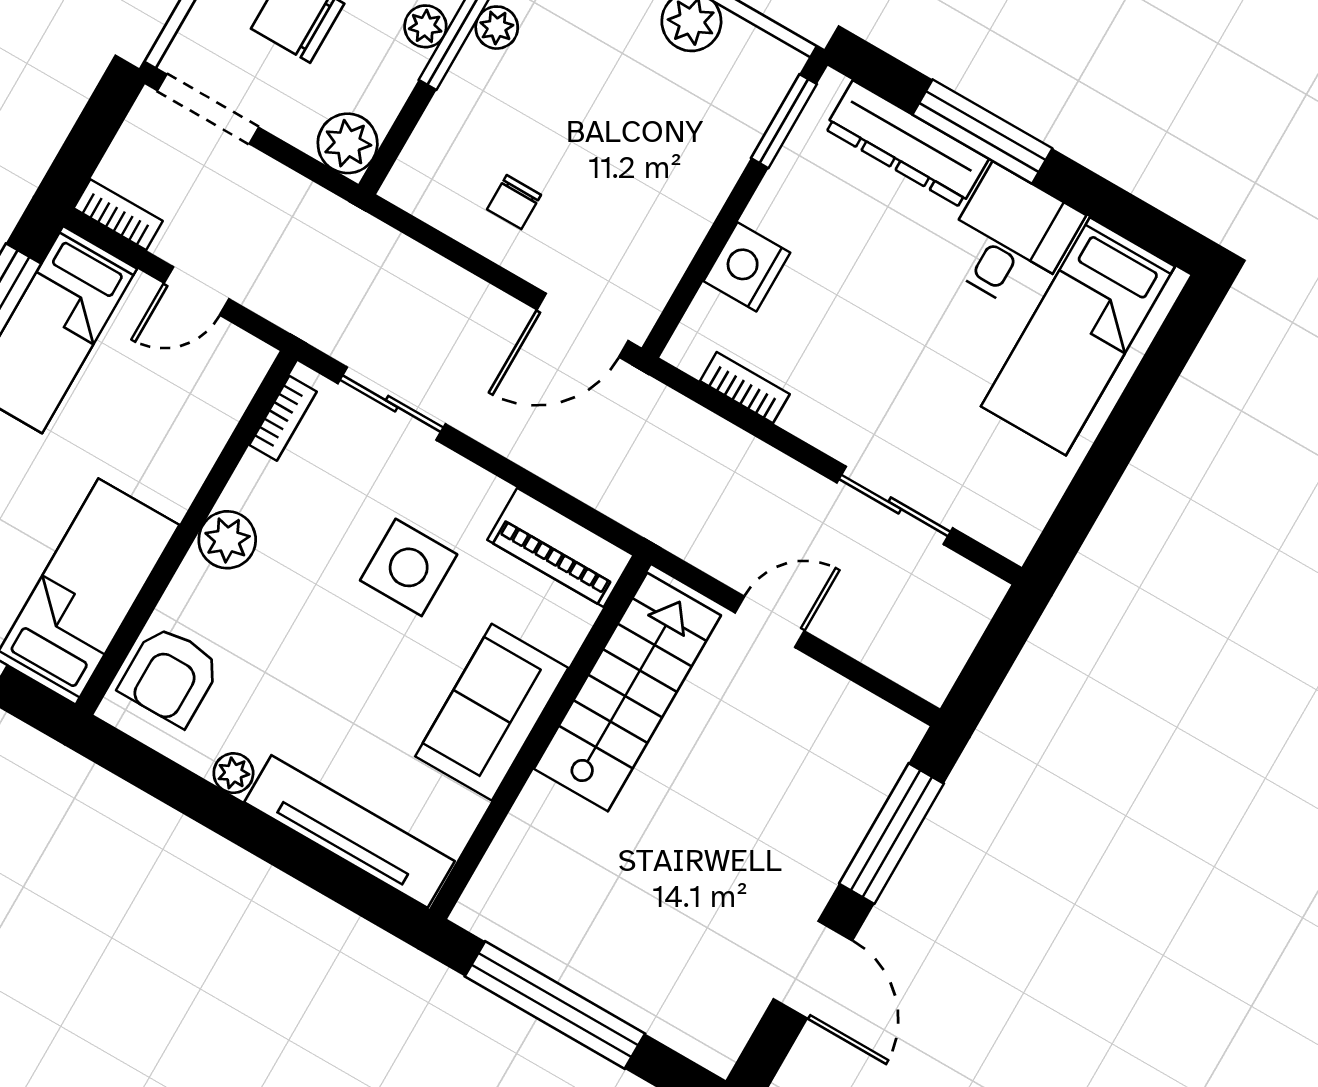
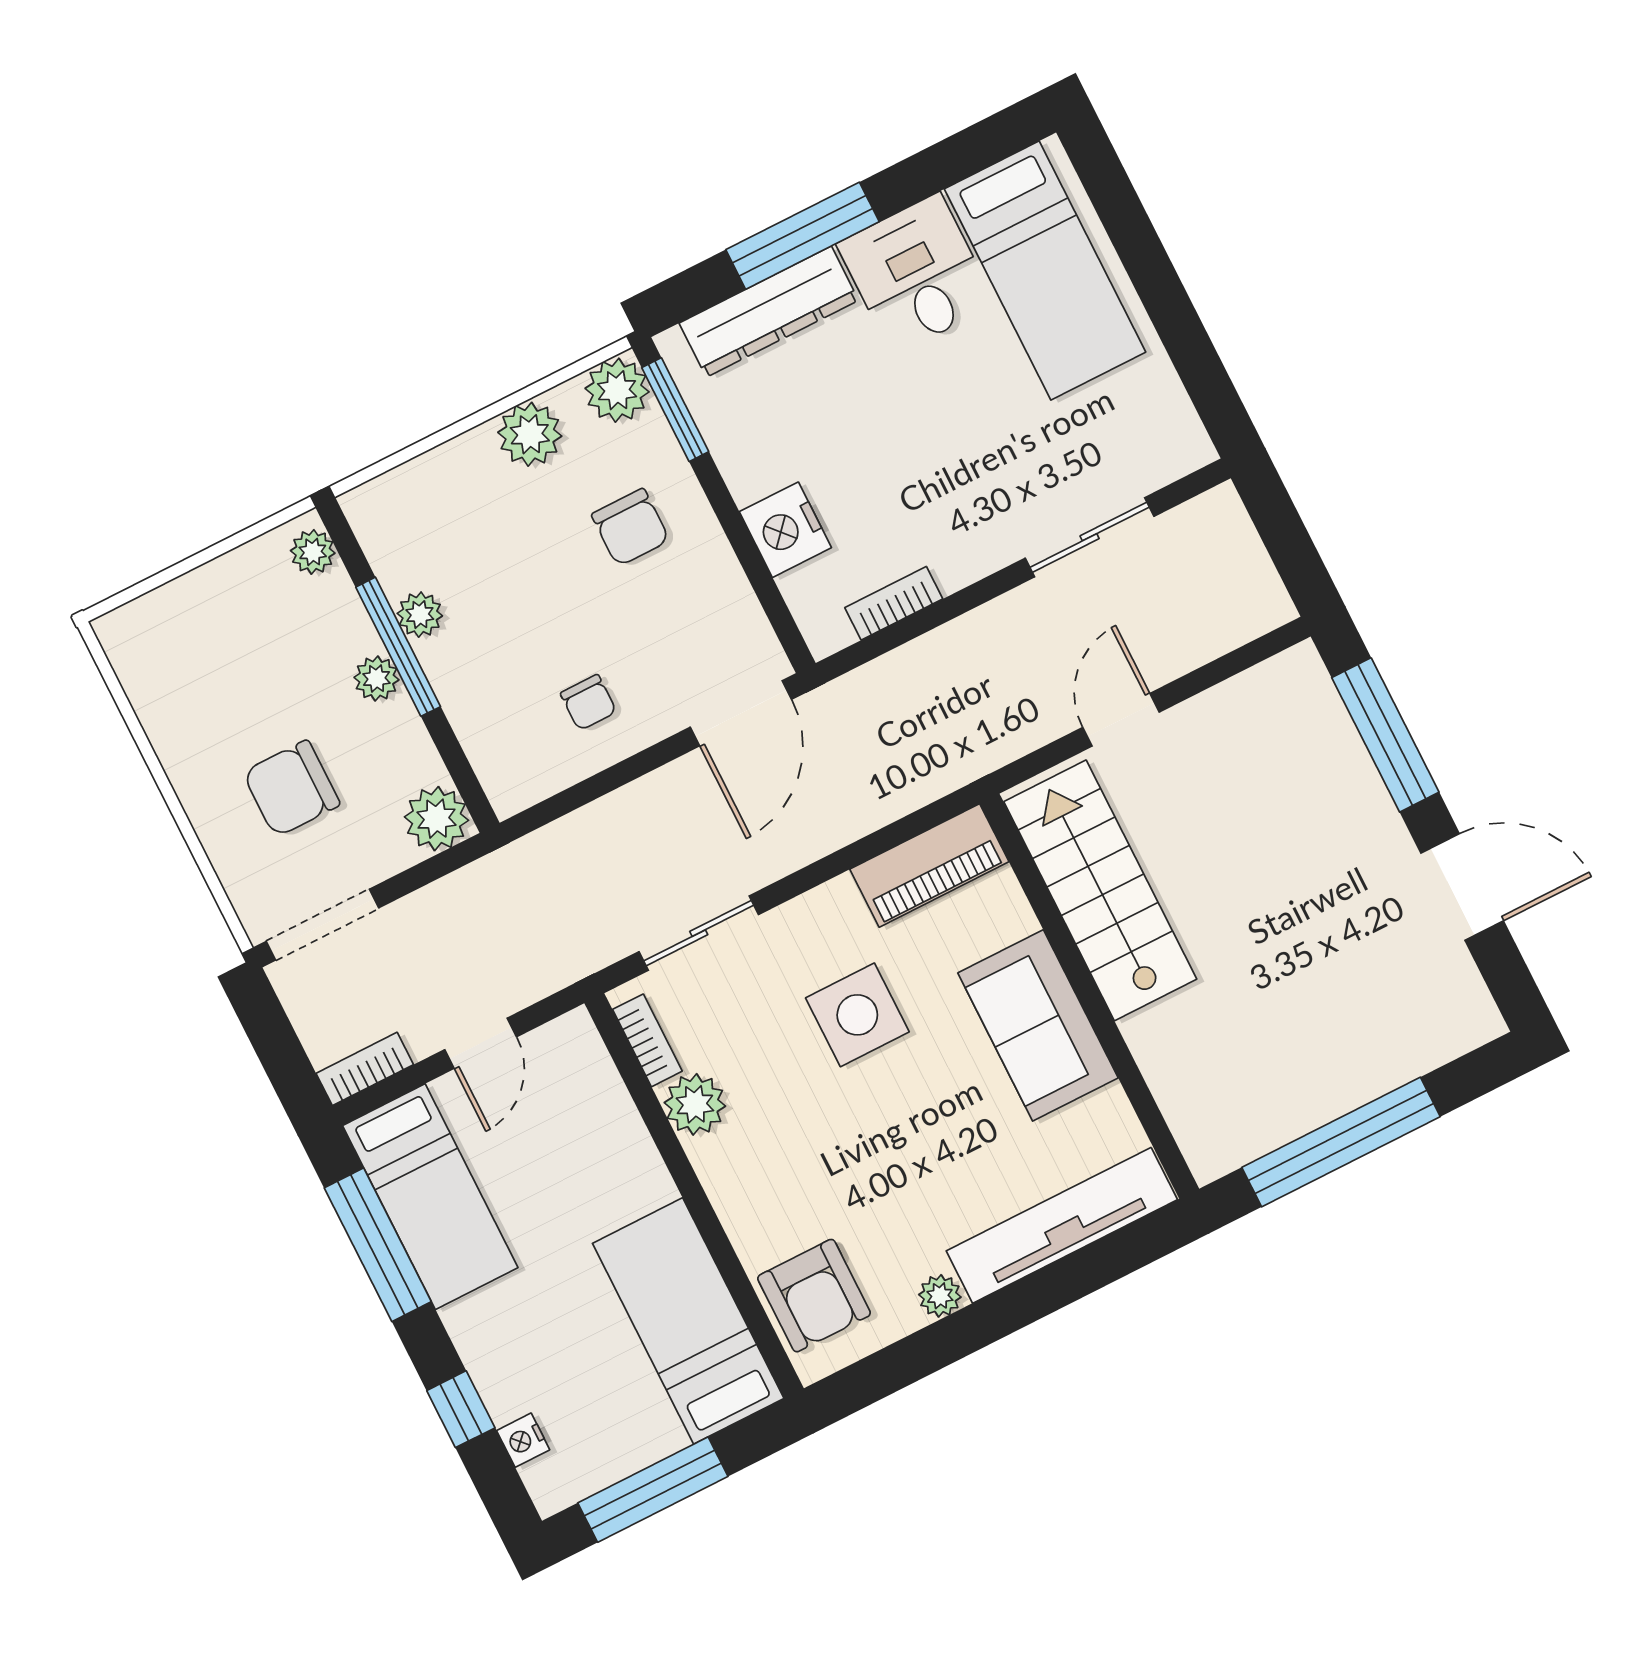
plant: (769, 66) -> (617, 390), added
chair: (670, 146) -> (631, 527), added
plant: (227, 540) -> (695, 1104), moved

